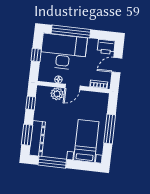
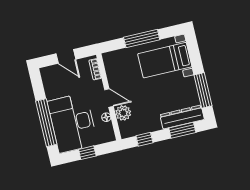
printer: (106, 47) -> (49, 76), removed

